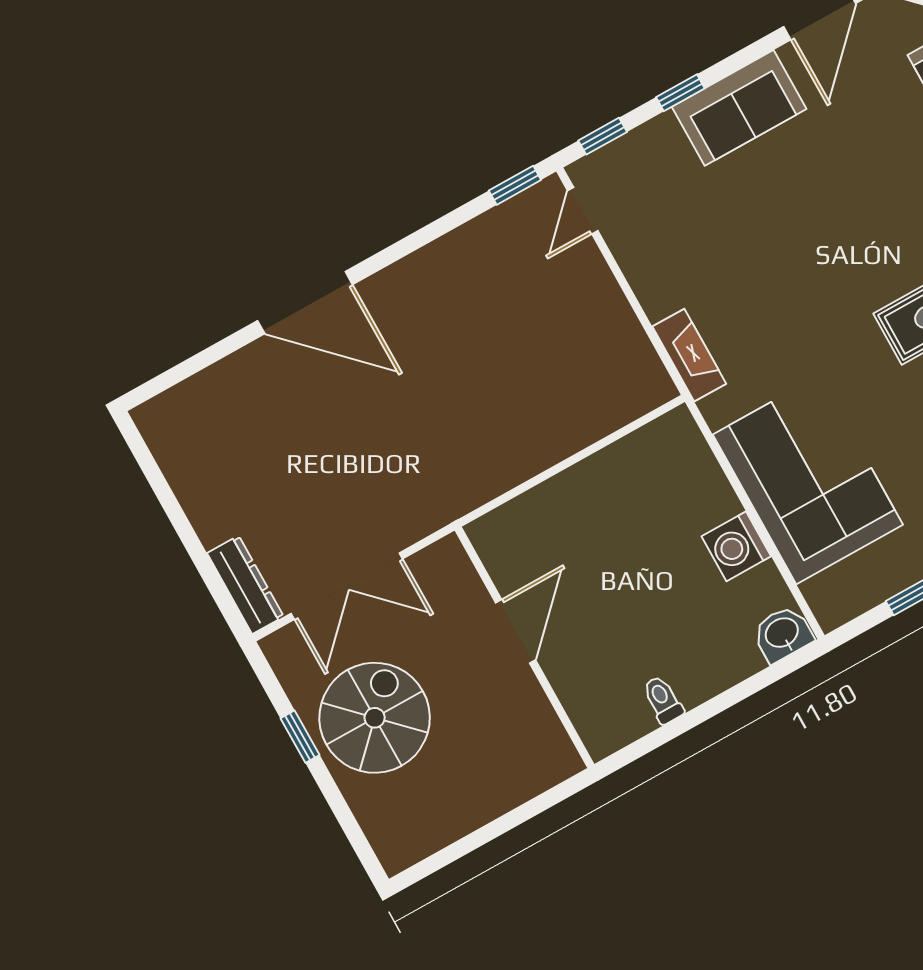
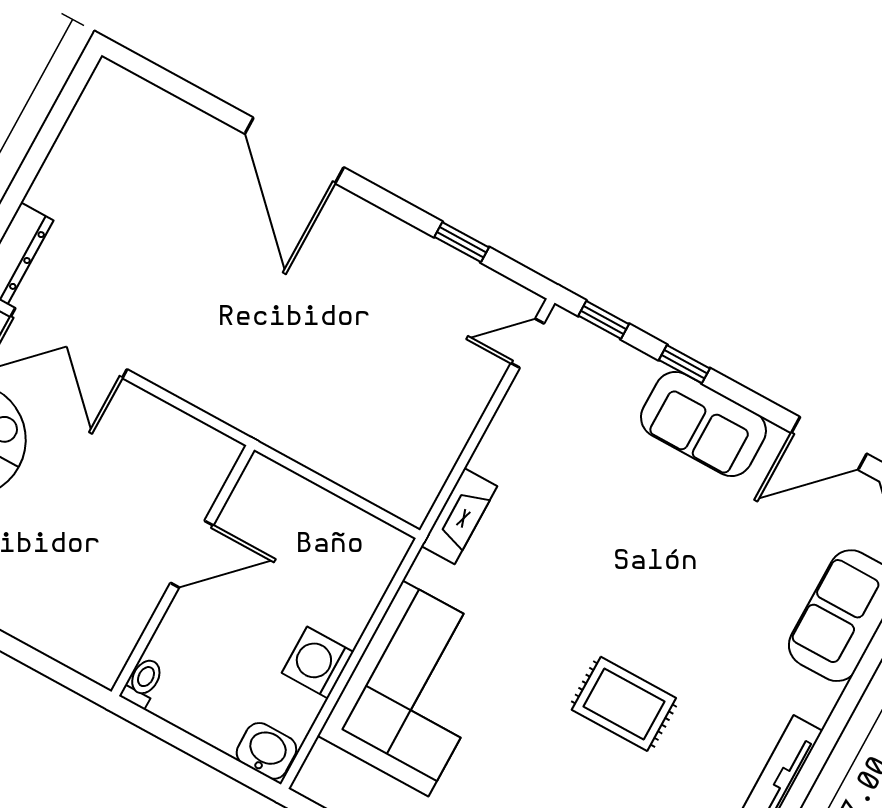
window: (515, 185) -> (462, 242), moved
door: (516, 631) -> (192, 554), moved
wall: (524, 647) -> (183, 571), moved

